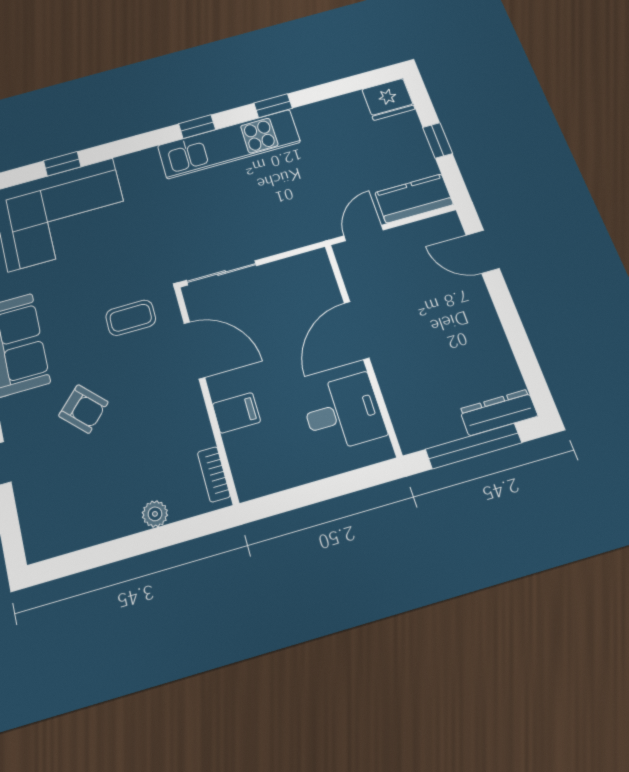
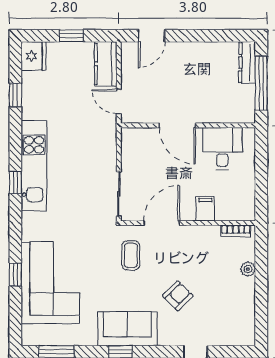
window: (273, 106) -> (15, 95), moved

